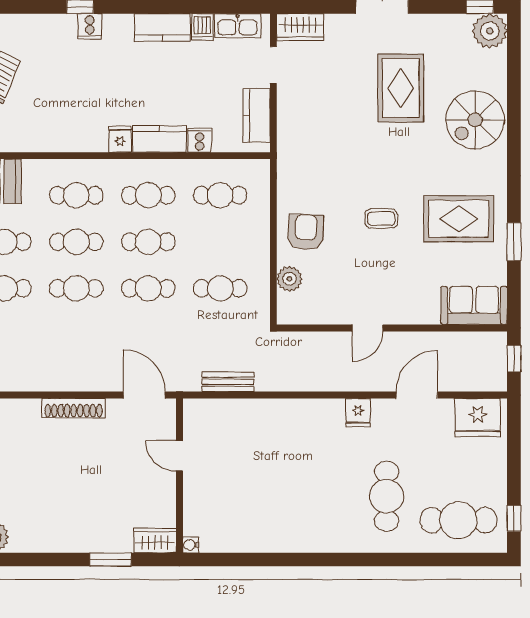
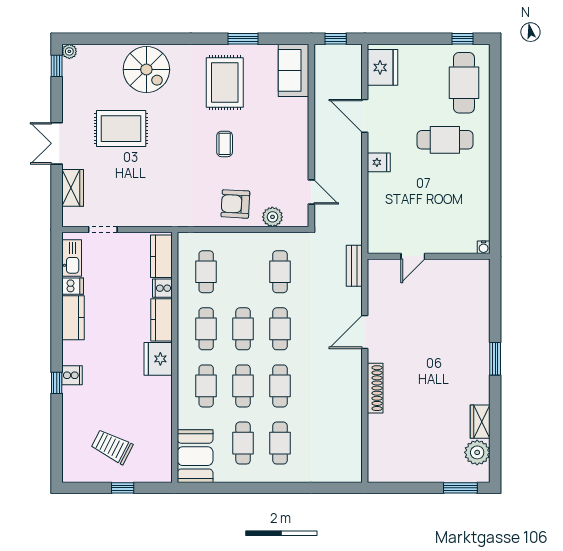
wardrobe: (300, 27) -> (73, 188), moved
plant: (490, 31) -> (69, 51), width x0.53, depth x0.53
kitchen counter: (257, 115) -> (161, 256), moved, turned 90
fridge: (120, 139) -> (158, 359), width x1.88, depth x1.34
door: (368, 328) -> (311, 192), moved
door: (179, 456) -> (413, 256), moved
wall: (179, 476) -> (429, 256), moved
wardrobe: (155, 541) -> (480, 422), moved
water cooler: (191, 545) -> (484, 247), moved

